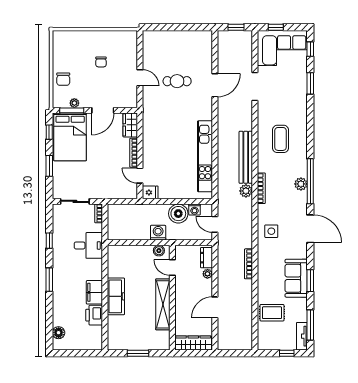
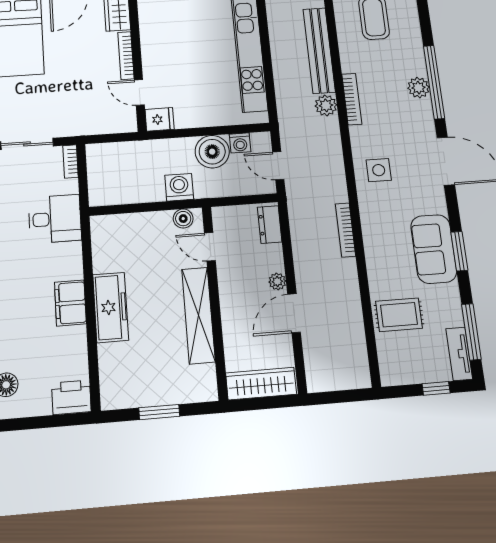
plant: (207, 274) -> (277, 281), moved
printer: (94, 315) -> (71, 397), moved, turned 90

